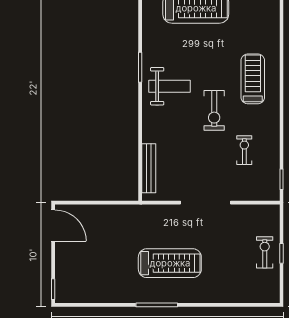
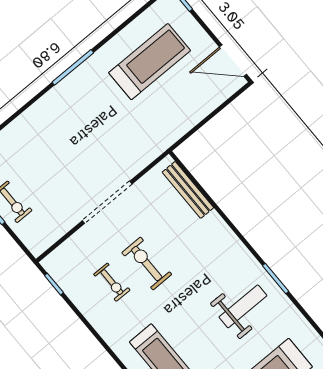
weight bench: (170, 86) -> (243, 306), moved, turned 180
exercise bike: (214, 110) -> (147, 264), moved
treadmill: (170, 263) -> (150, 62), moved, turned 180

